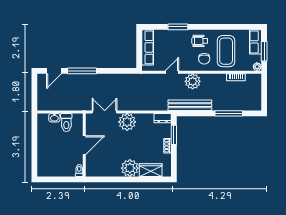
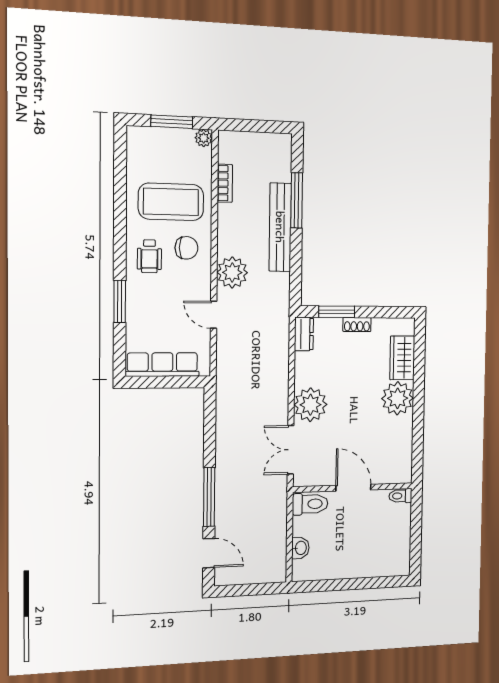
row of seats: (256, 42) -> (152, 139), removed
bench: (190, 105) -> (280, 227), moved
toilet: (66, 122) -> (310, 504), moved

